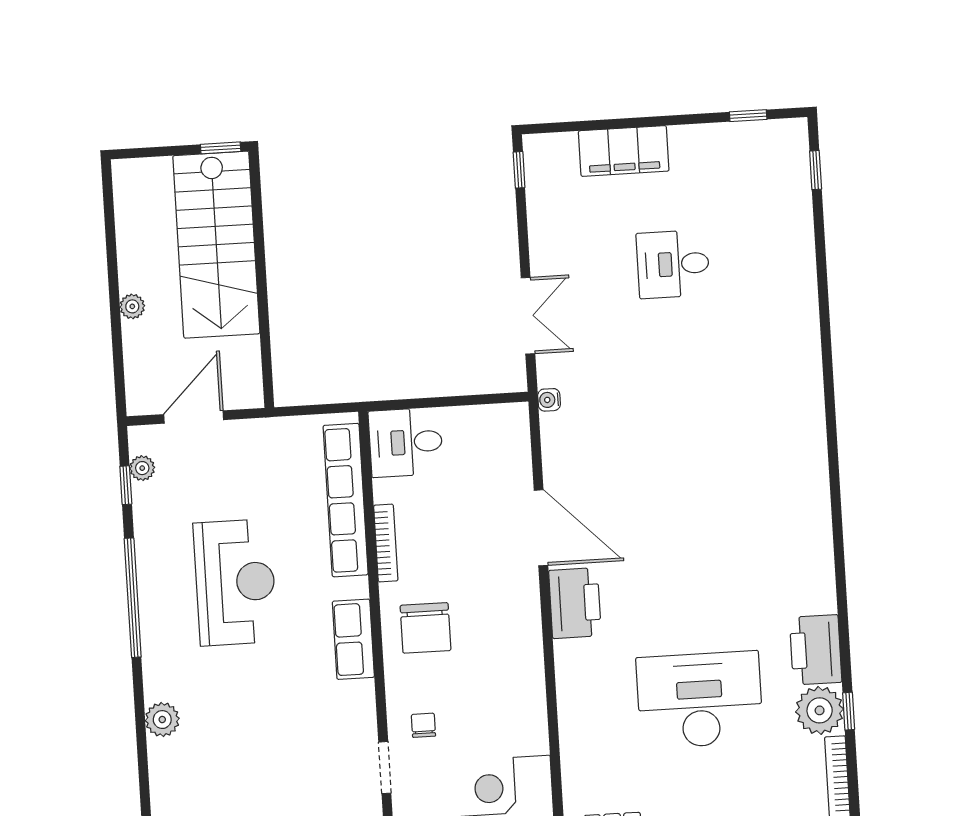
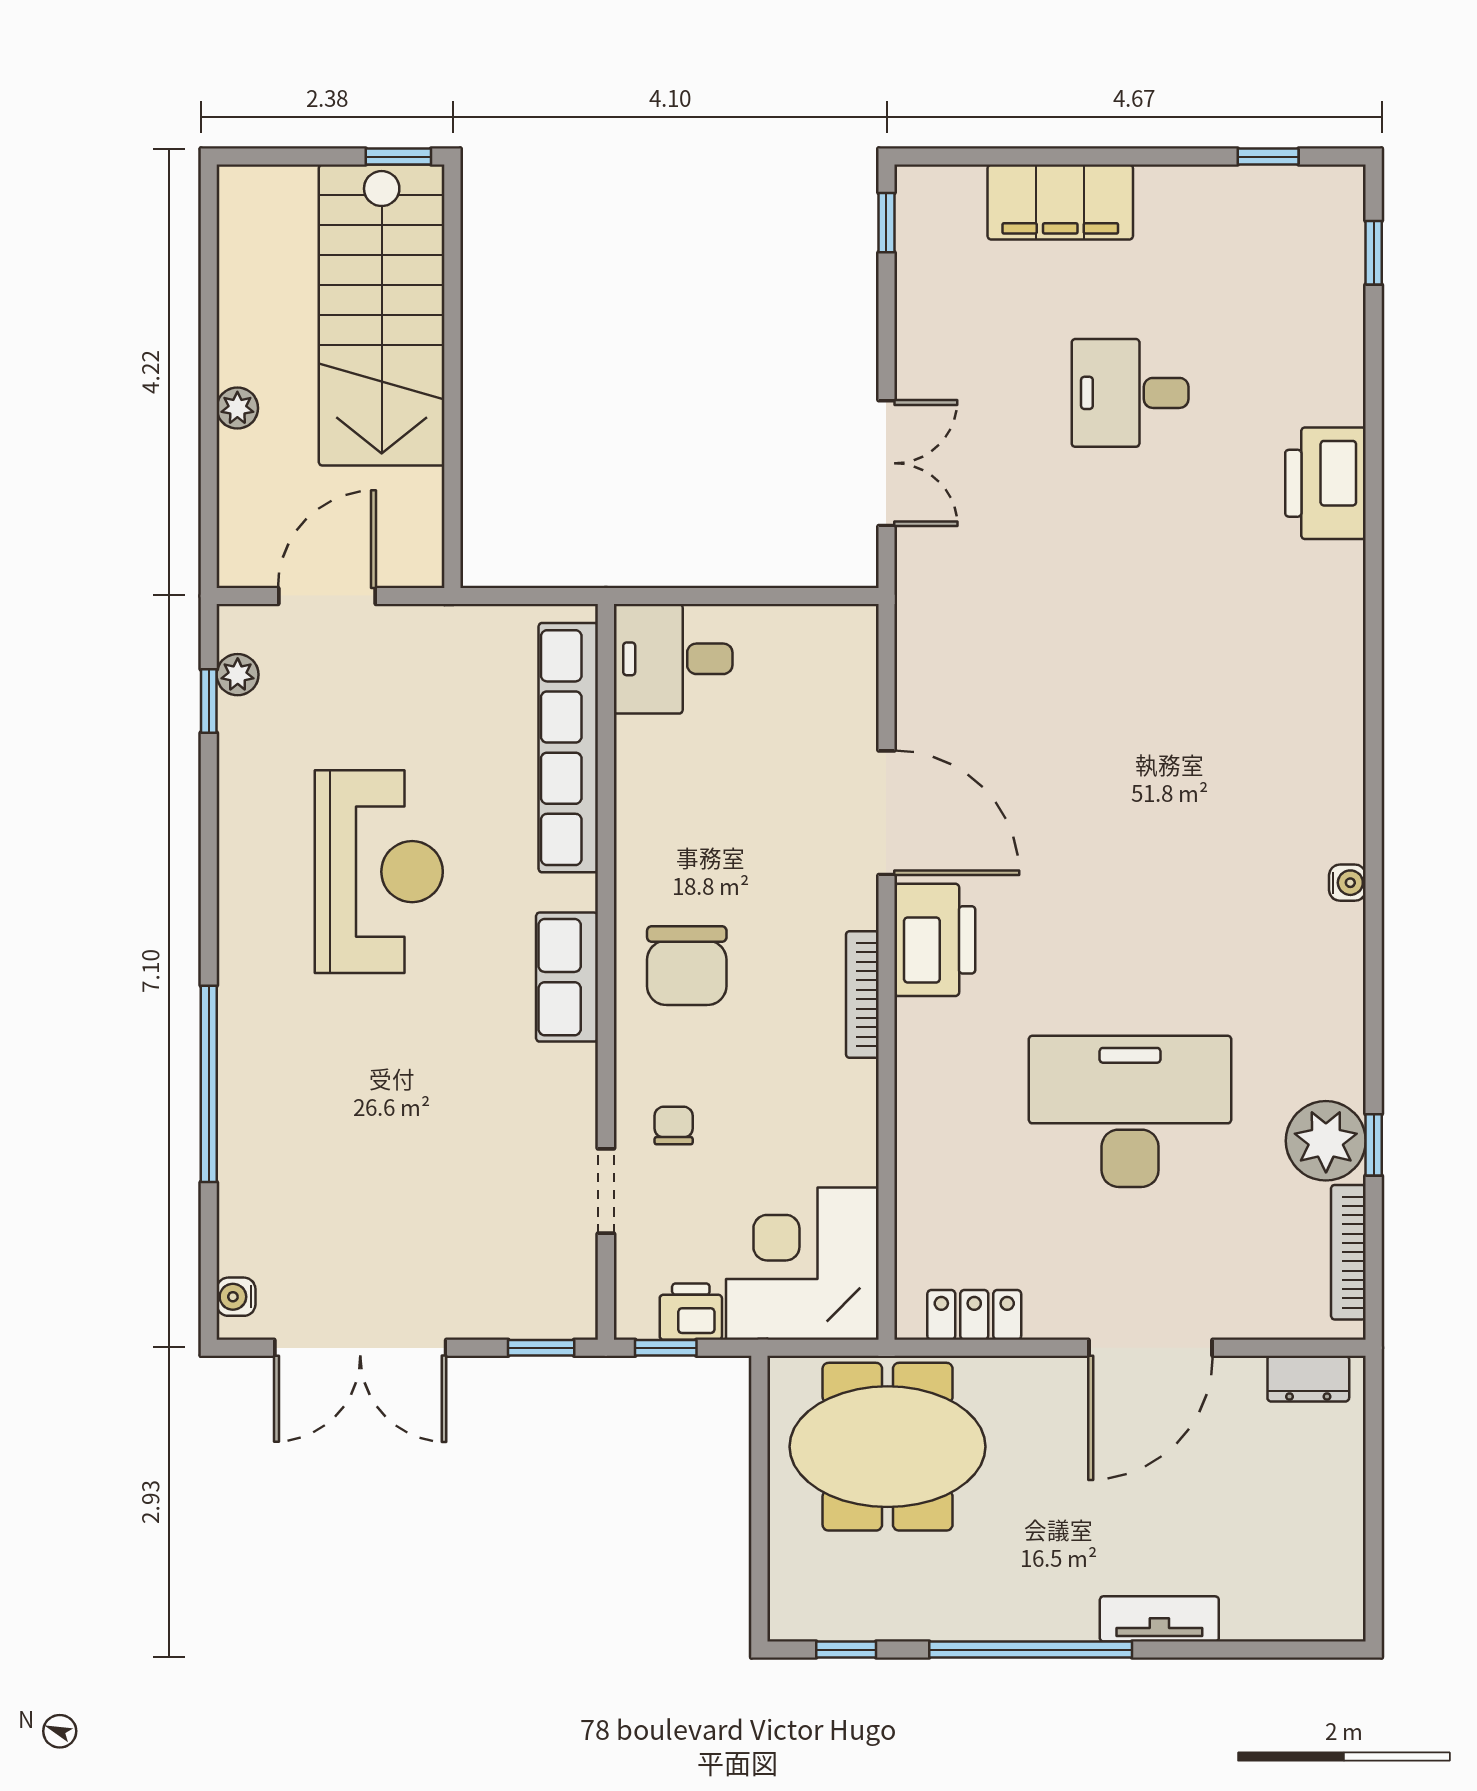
water cooler: (549, 400) -> (1347, 883), moved, turned 180
bookcase: (386, 543) -> (862, 995), moved, turned 180
window: (133, 598) -> (209, 1084), moved
printer: (816, 650) -> (1325, 483), moved
plant: (162, 720) -> (245, 1090), removed

